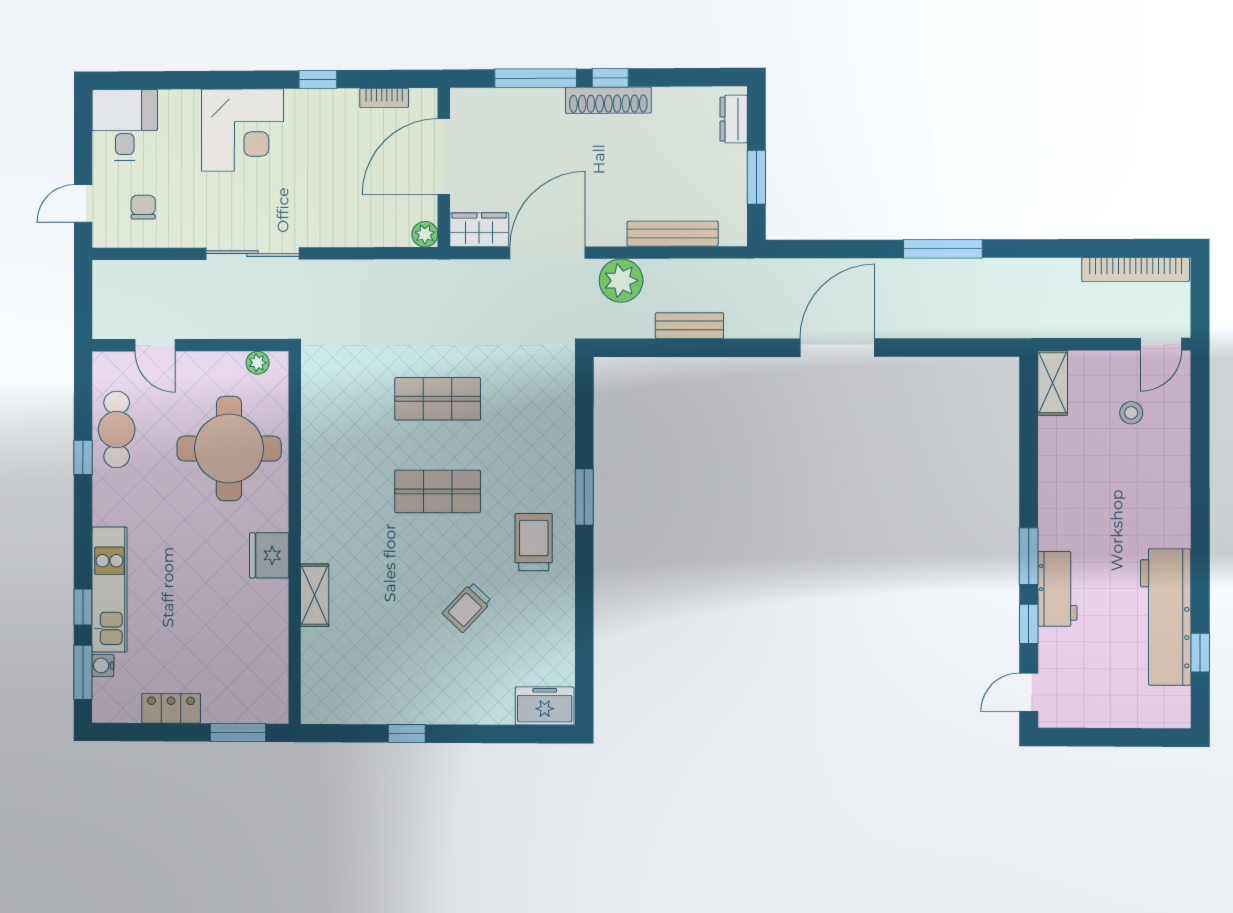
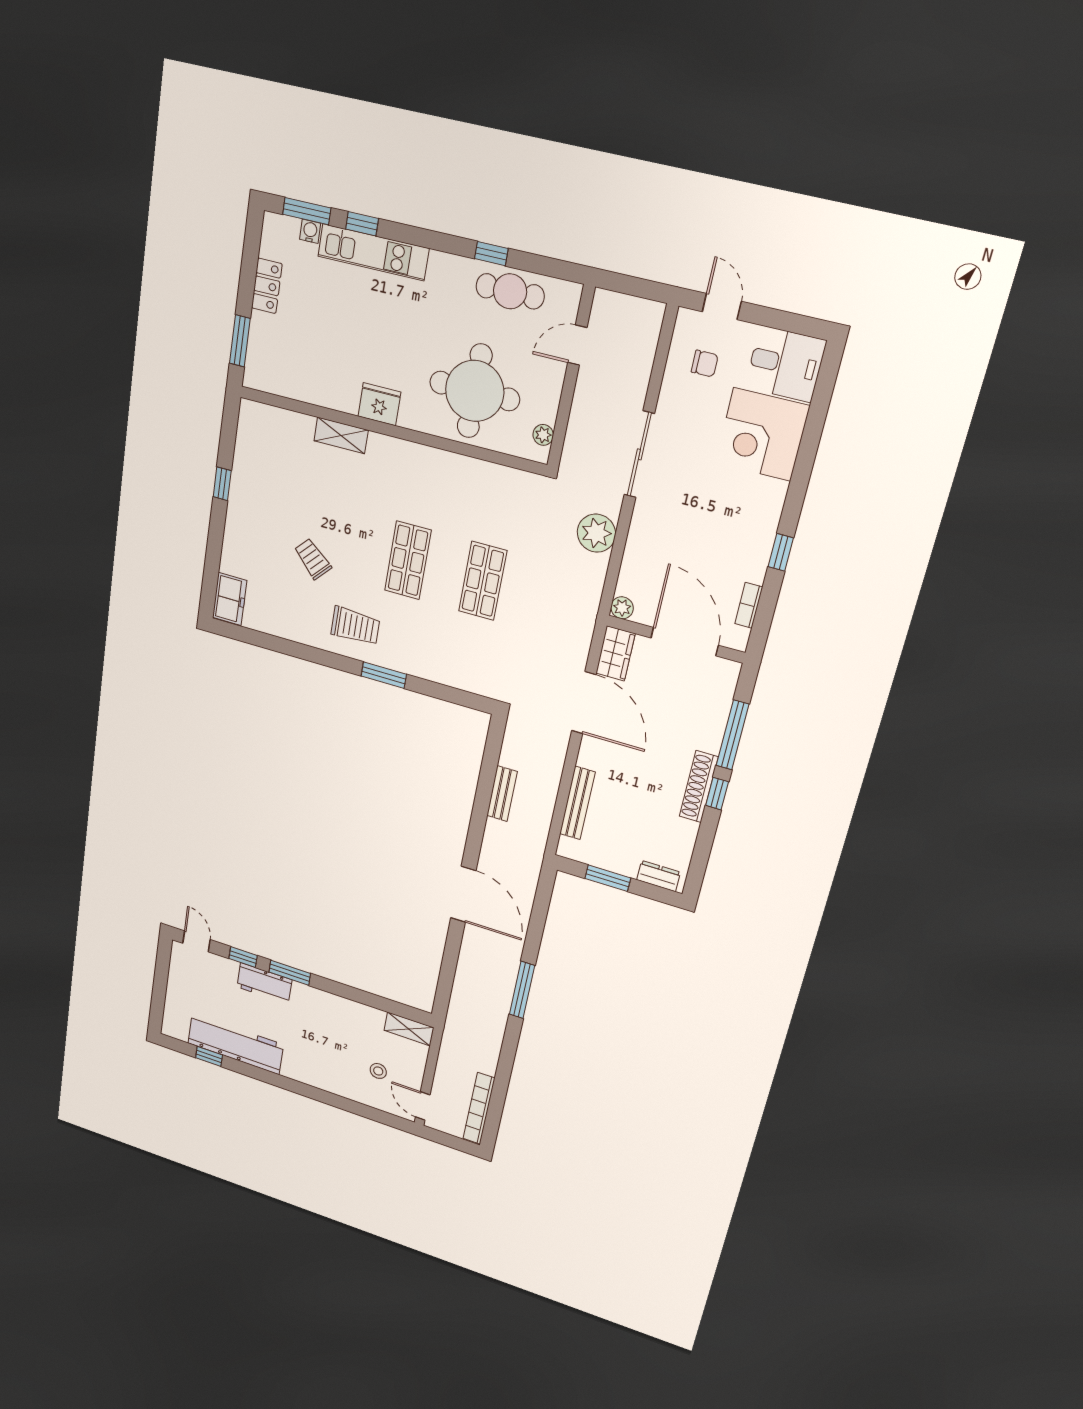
corner desk: (242, 130) -> (762, 434), moved
plant: (621, 281) -> (596, 533), moved

